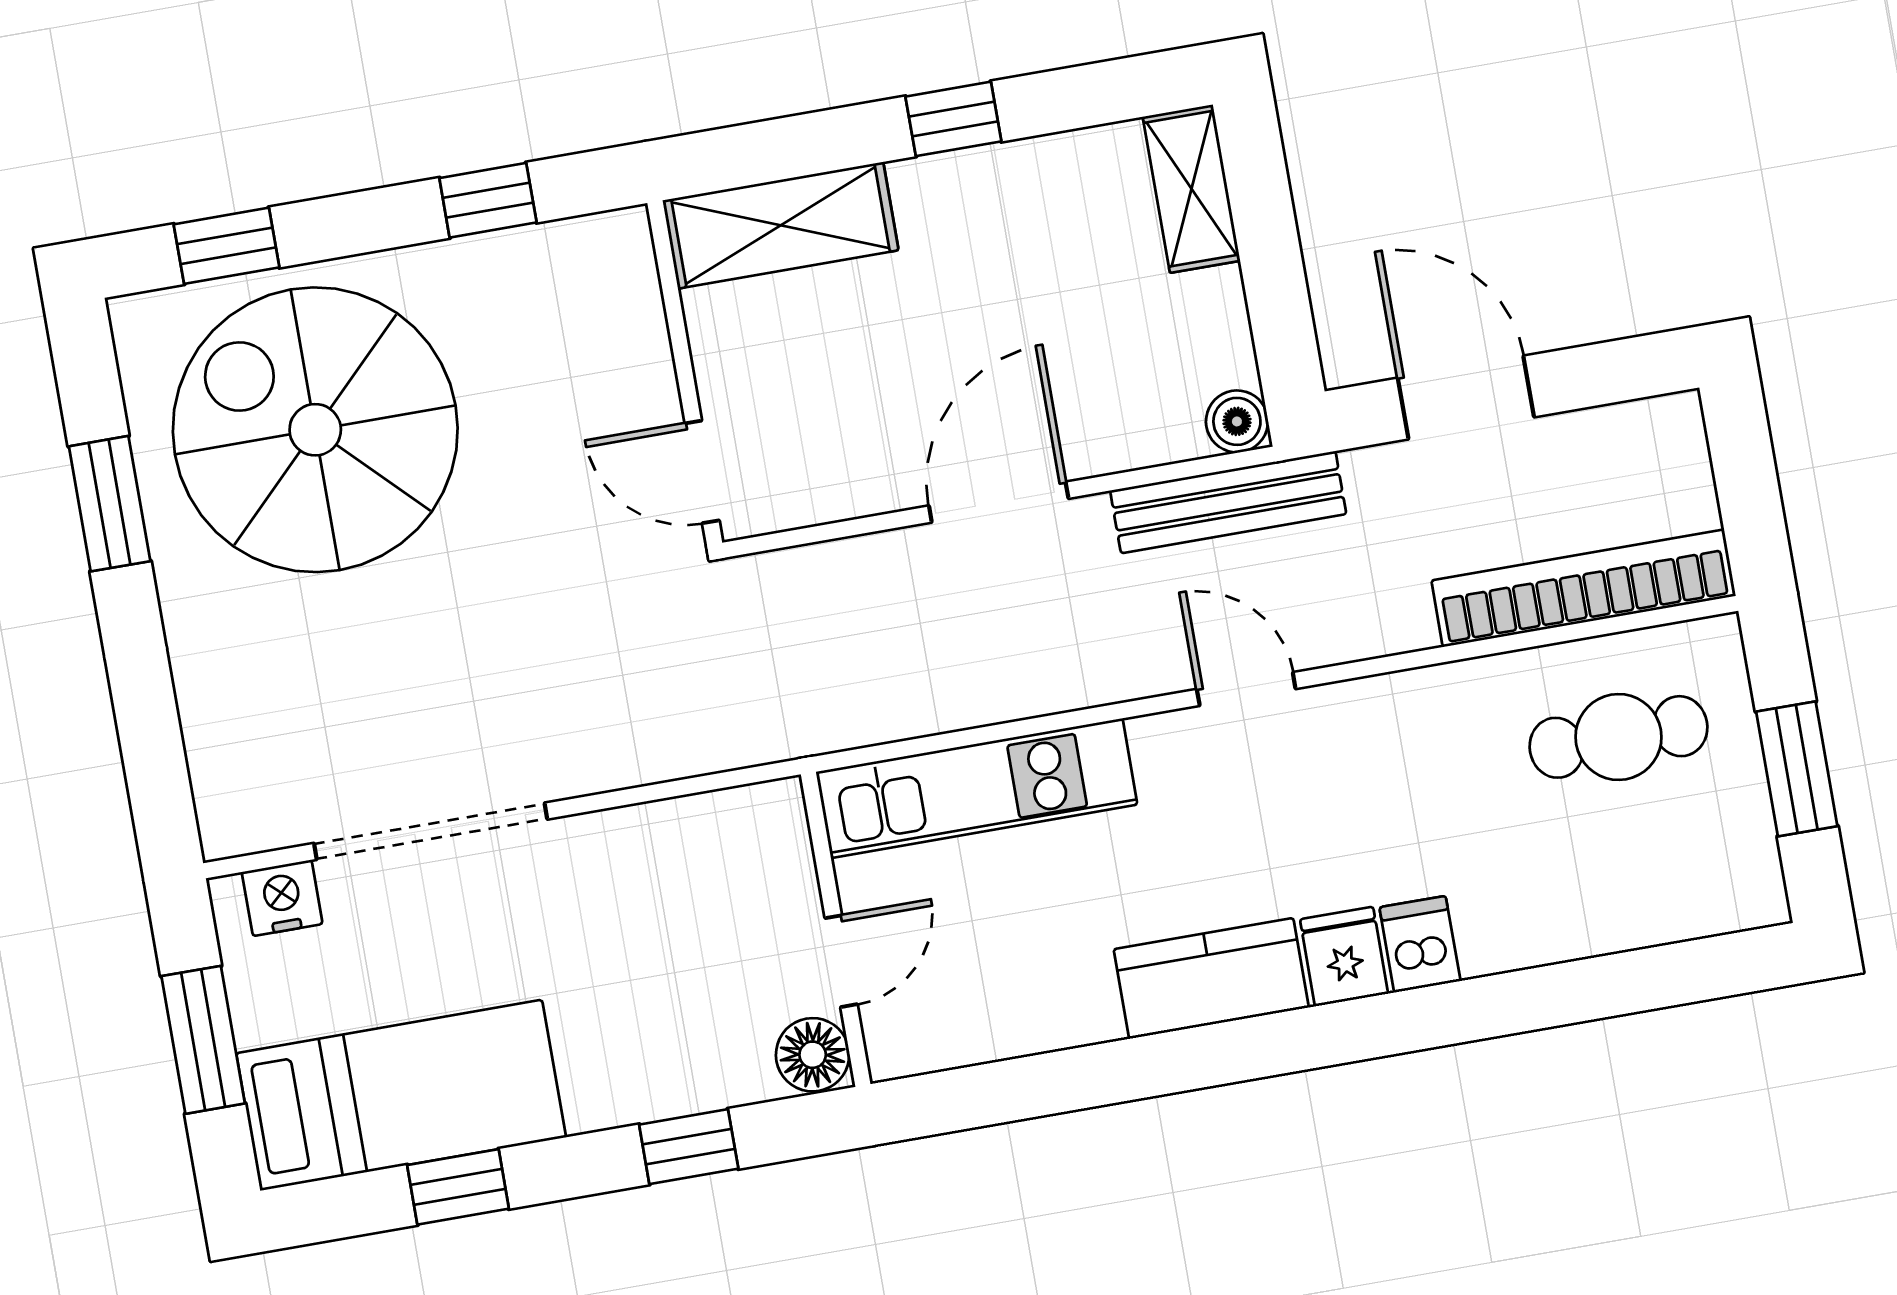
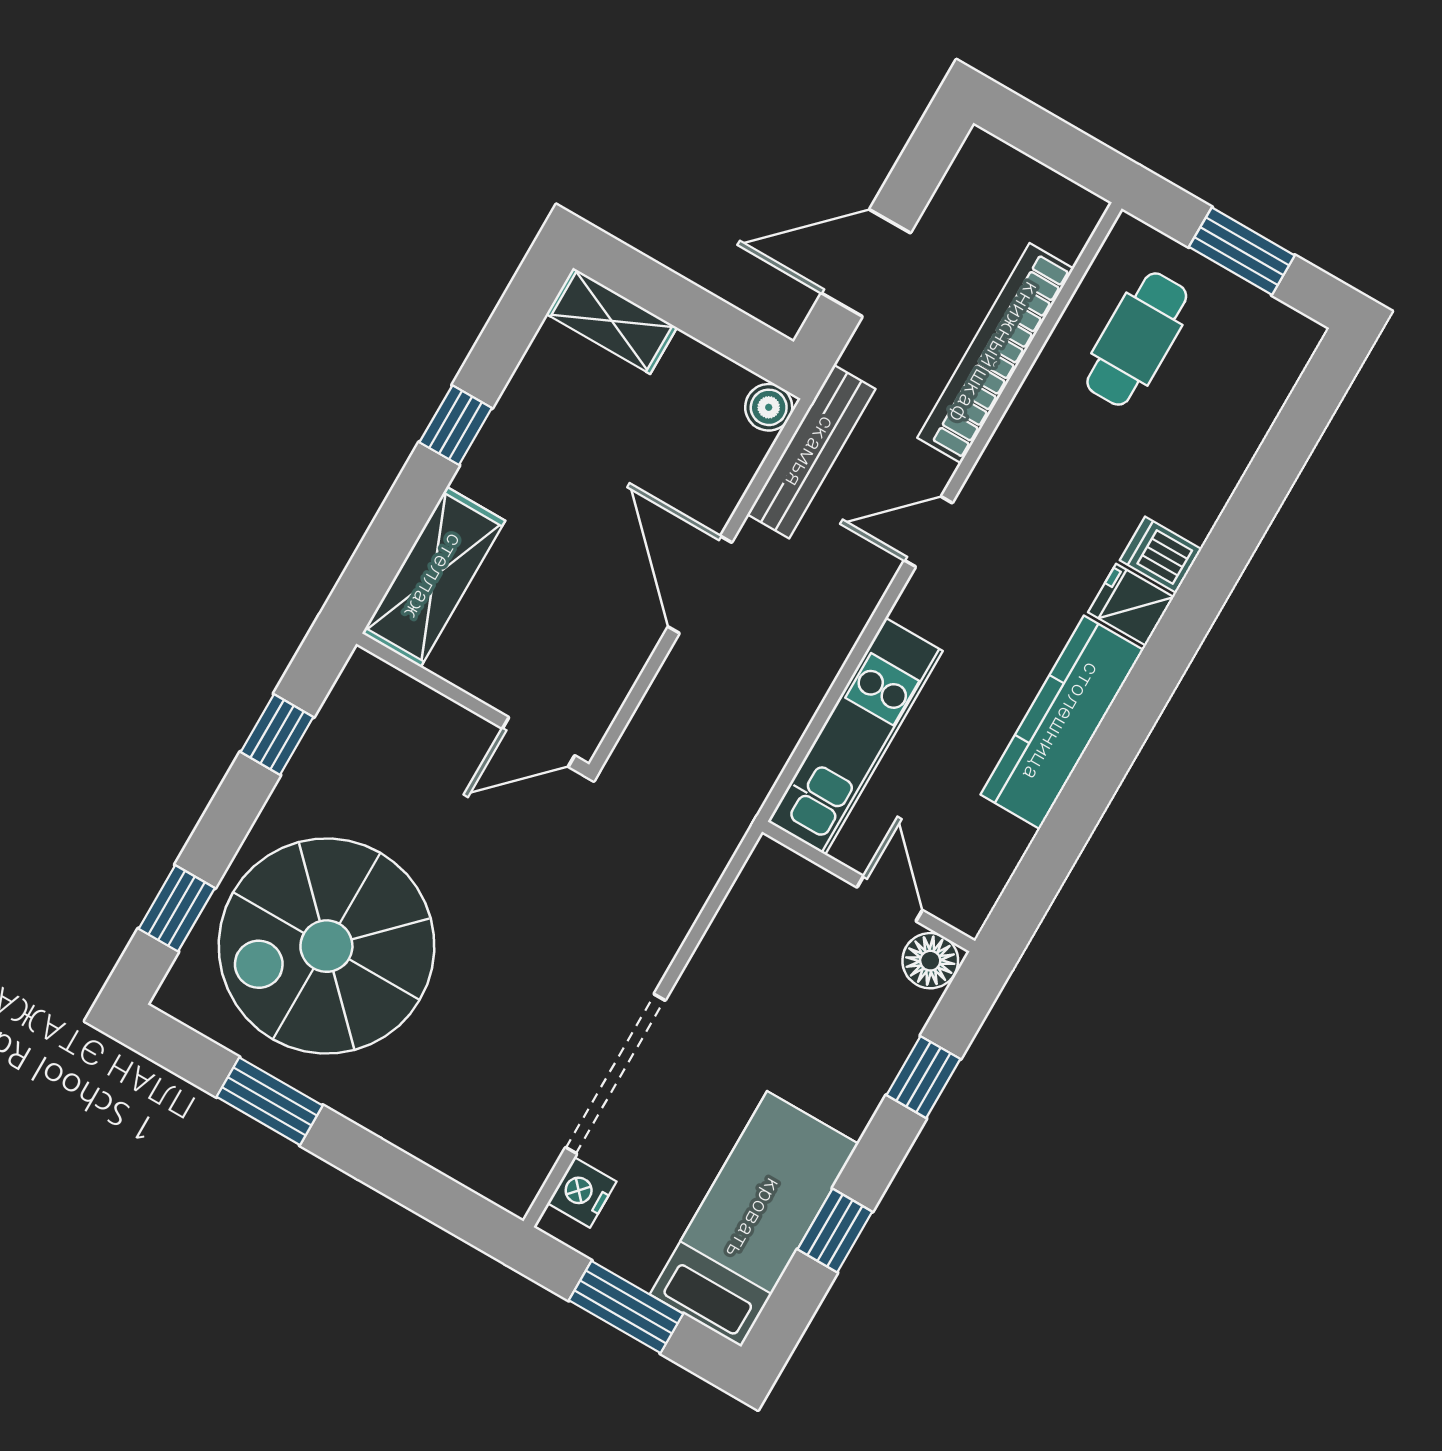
bookcase: (1584, 588) -> (995, 353), moved
kitchen counter: (1211, 978) -> (1062, 722), width x1.50

